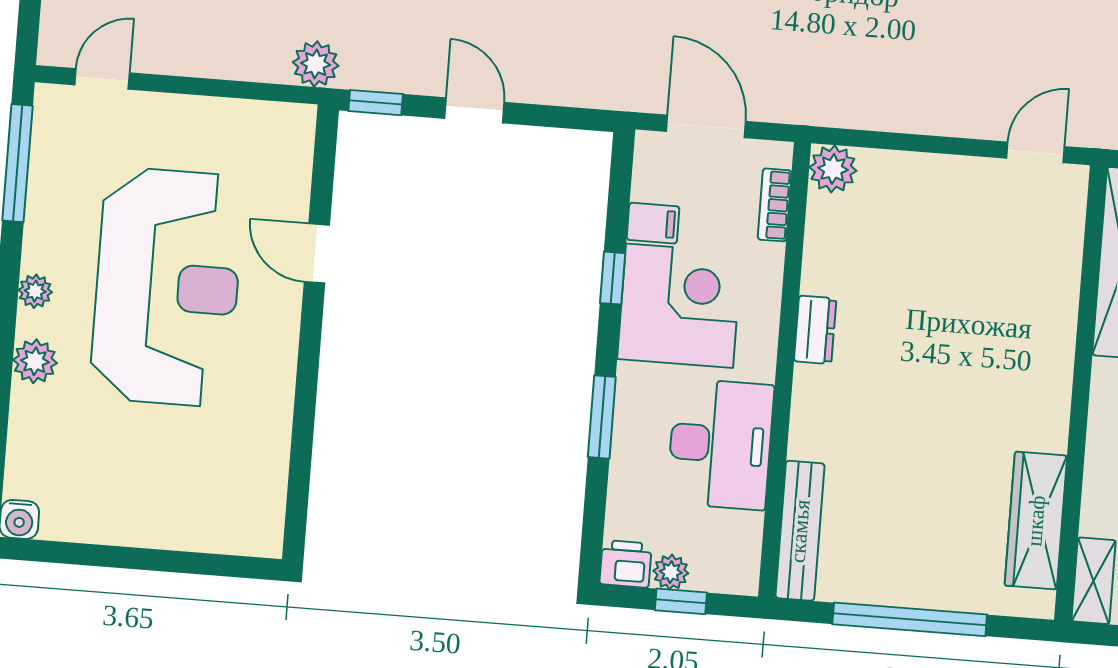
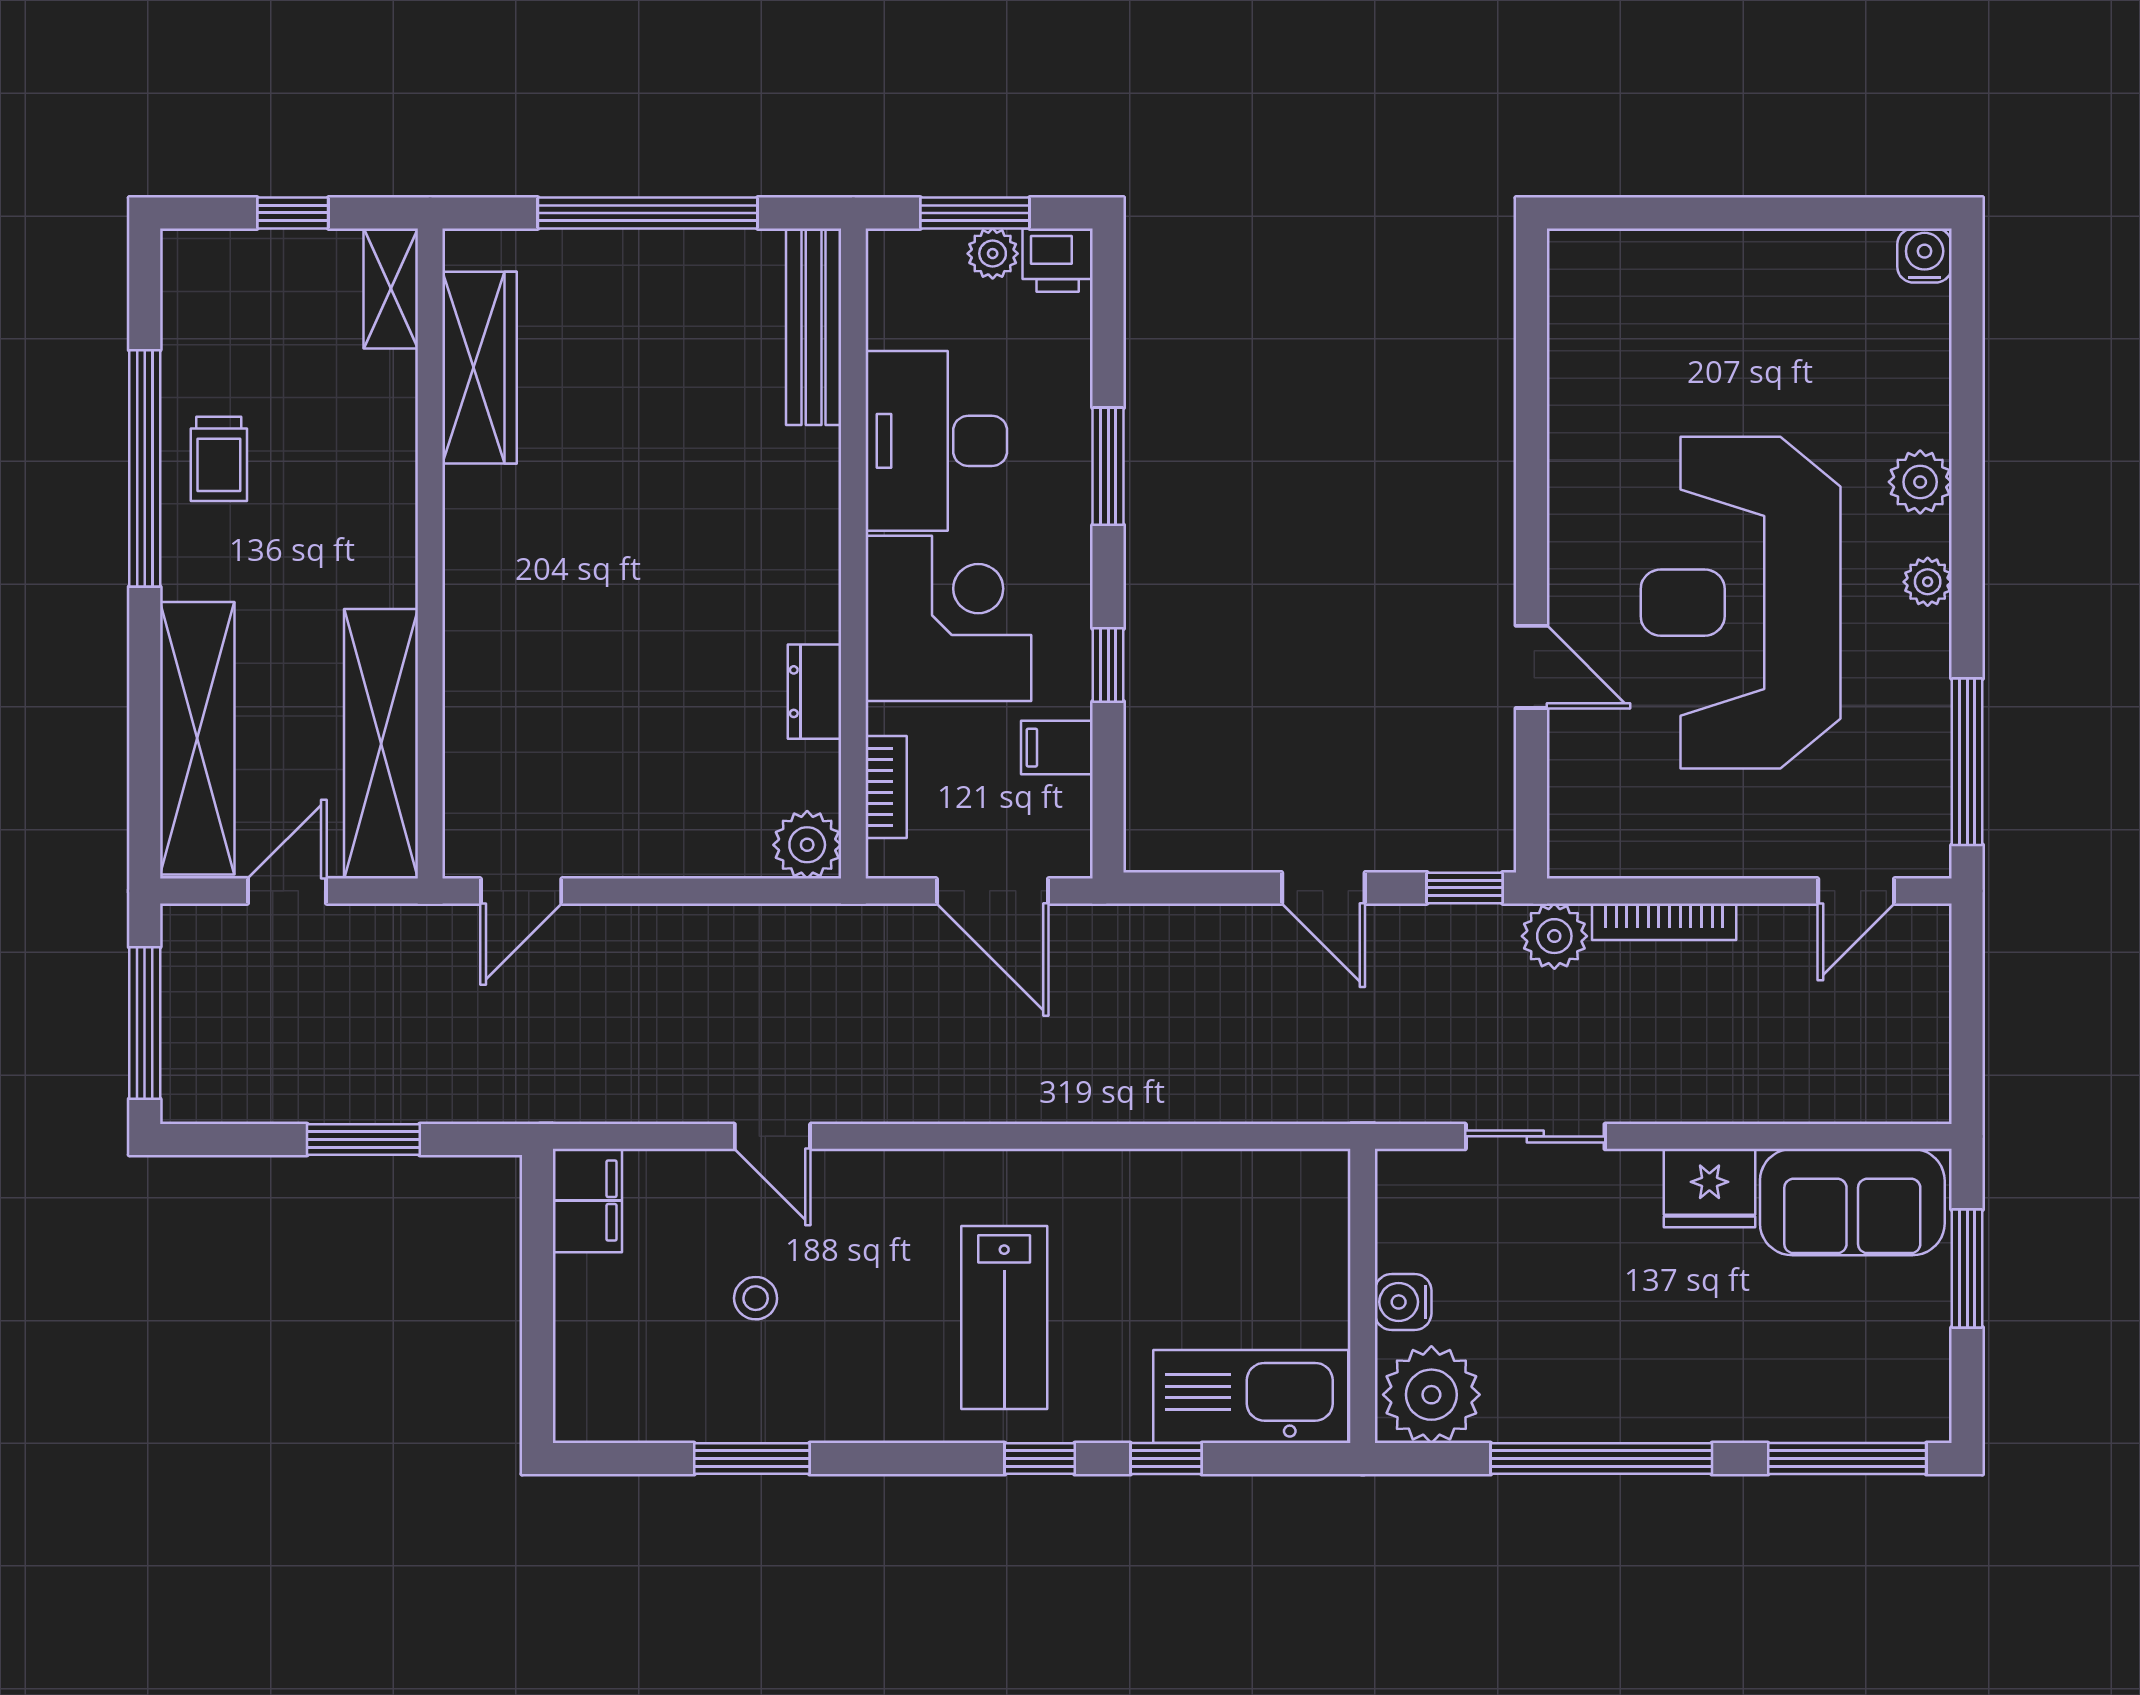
bookcase: (238, 68) -> (1664, 922), added
corner desk: (680, 306) -> (948, 618), moved, turned 180
dresser: (815, 330) -> (815, 692), moved
window: (681, 601) -> (975, 213), width x1.50

